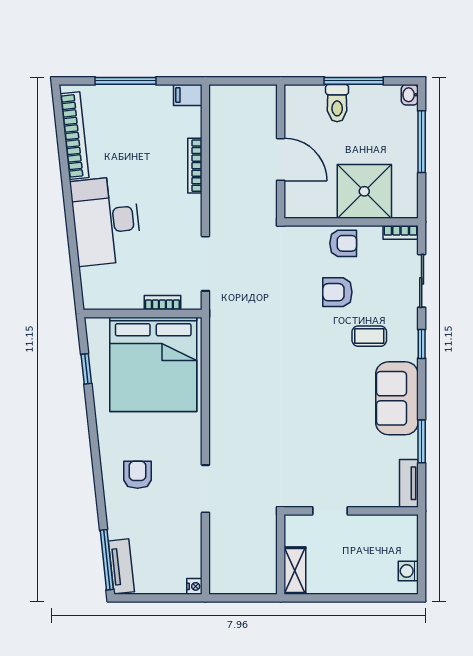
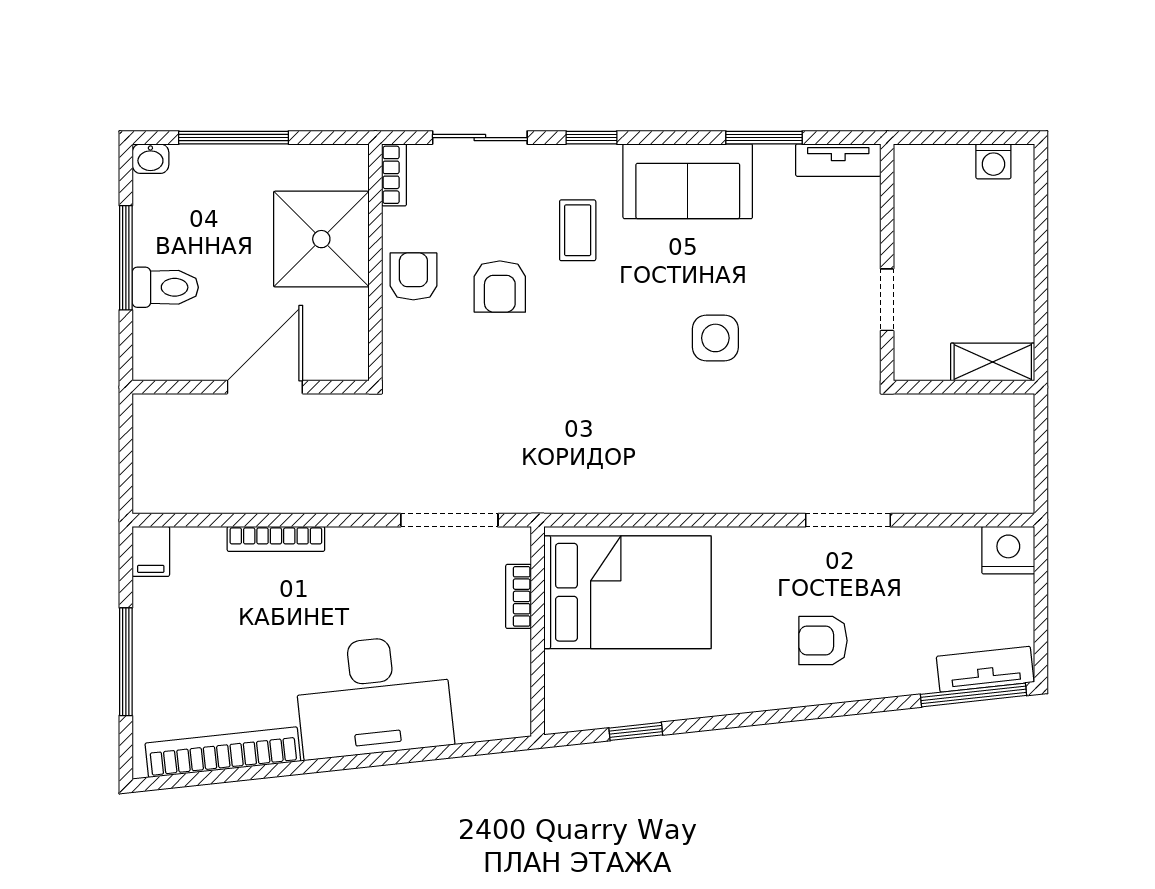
bed: (153, 364) -> (628, 592), width x0.73
side table: (308, 414) -> (715, 338), added
nightstand: (194, 586) -> (1008, 550), width x1.89, depth x1.79

